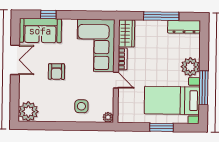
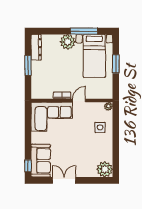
window: (48, 15) -> (28, 166), moved
window: (161, 16) -> (28, 65), width x0.69
wardrobe: (126, 33) -> (42, 93), removed
armchair: (56, 72) -> (73, 147), removed

